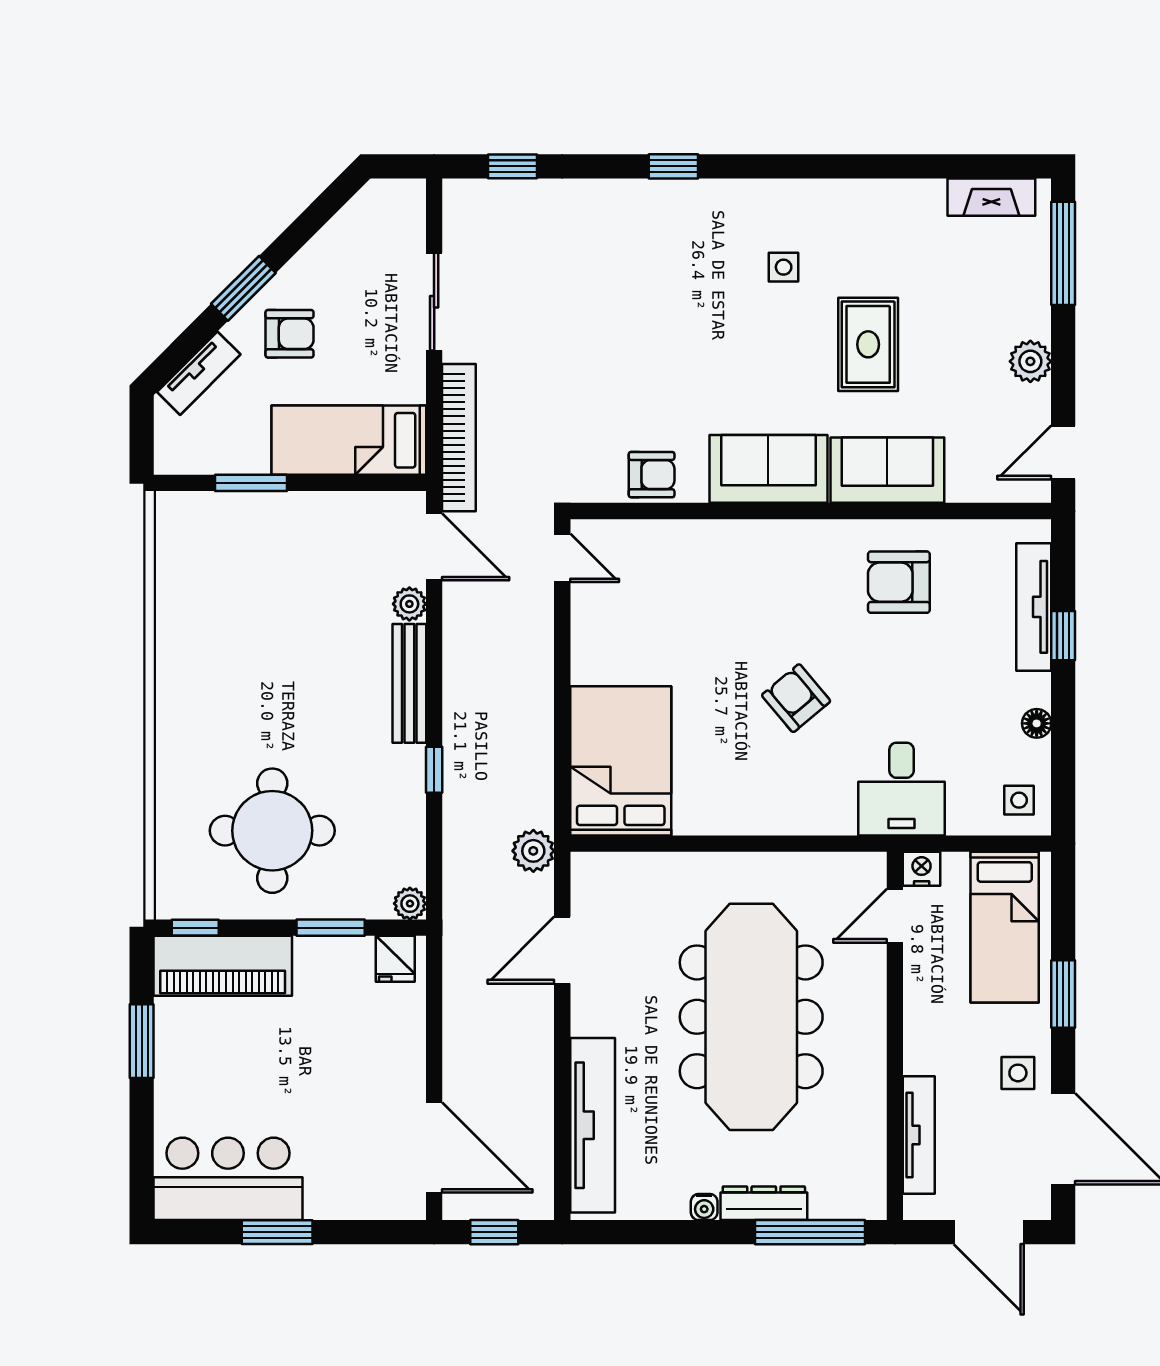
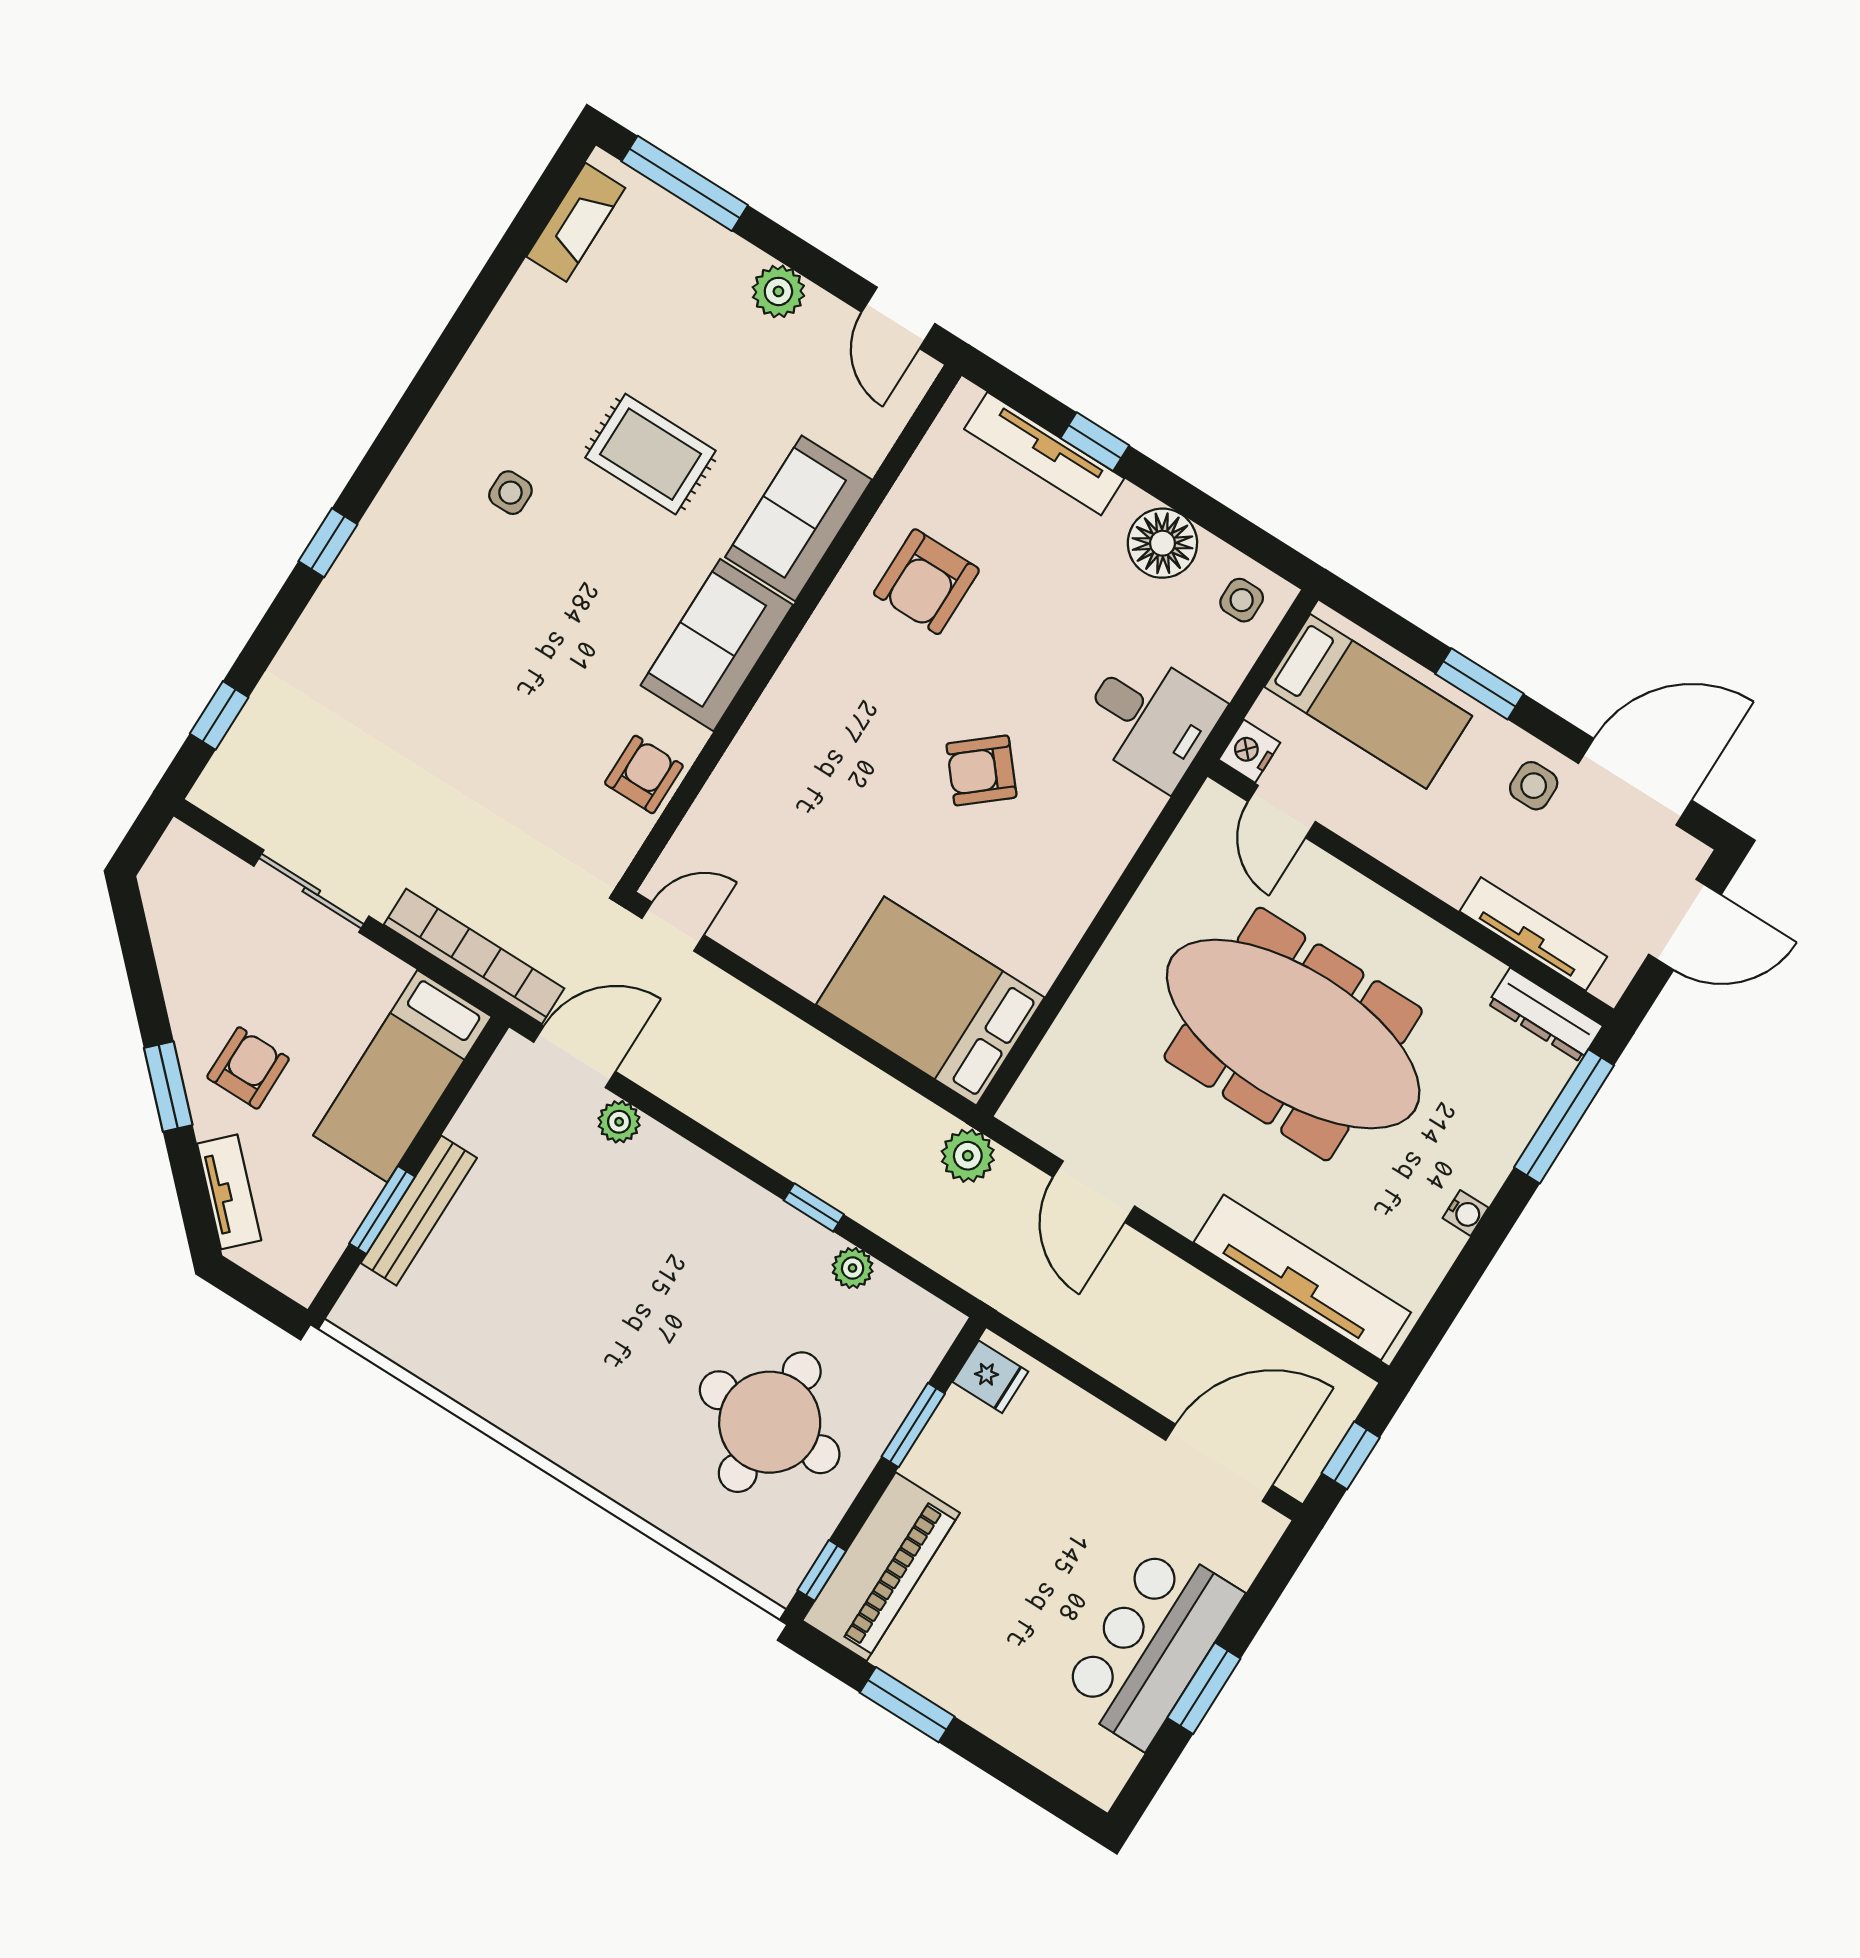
bench: (409, 683) -> (419, 1211), moved, turned 90
floor lamp: (1037, 723) -> (1162, 543), width x1.89, depth x1.89
plant: (410, 904) -> (853, 1268), moved
bar counter: (228, 1179) -> (1151, 1645), moved
dresser: (764, 1203) -> (1545, 1015), moved, turned -90

